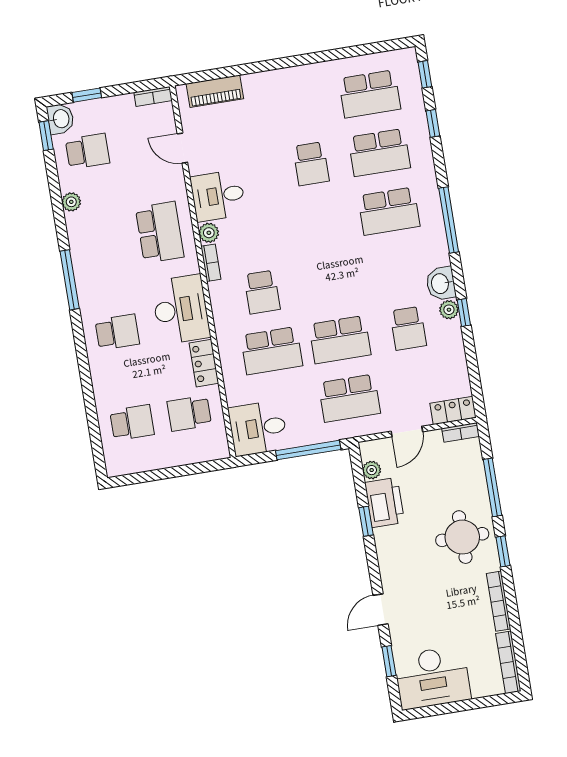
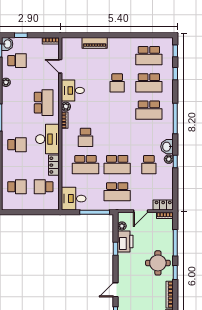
piano: (215, 91) -> (95, 43), moved

